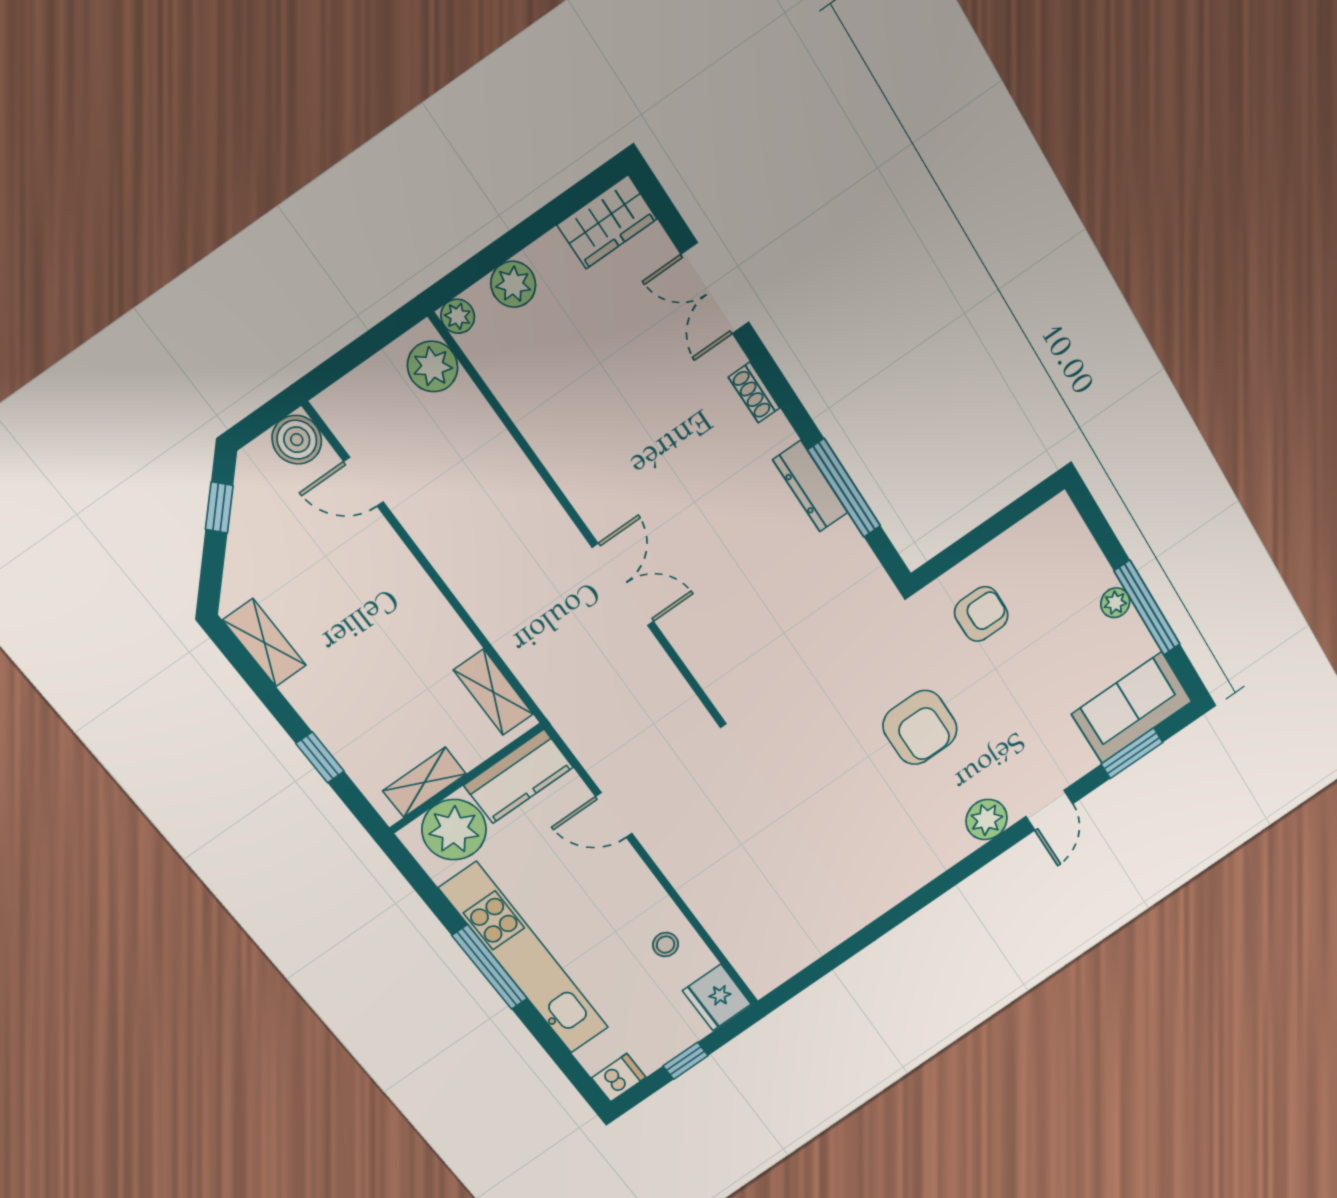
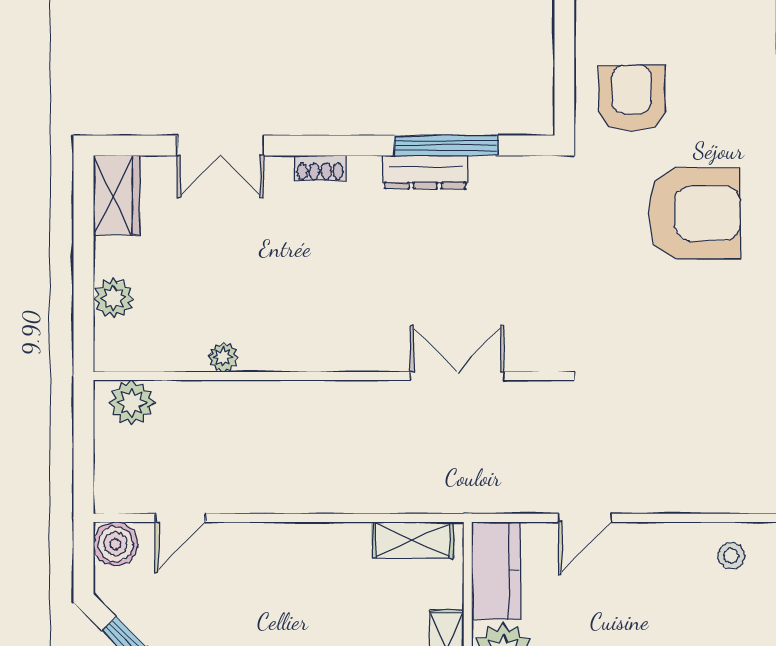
plant: (458, 316) -> (223, 357), moved
double door: (623, 585) -> (457, 376), moved
armchair: (981, 614) -> (632, 99), width x1.38, depth x1.38
armchair: (920, 727) -> (694, 213), width x1.36, depth x1.36

